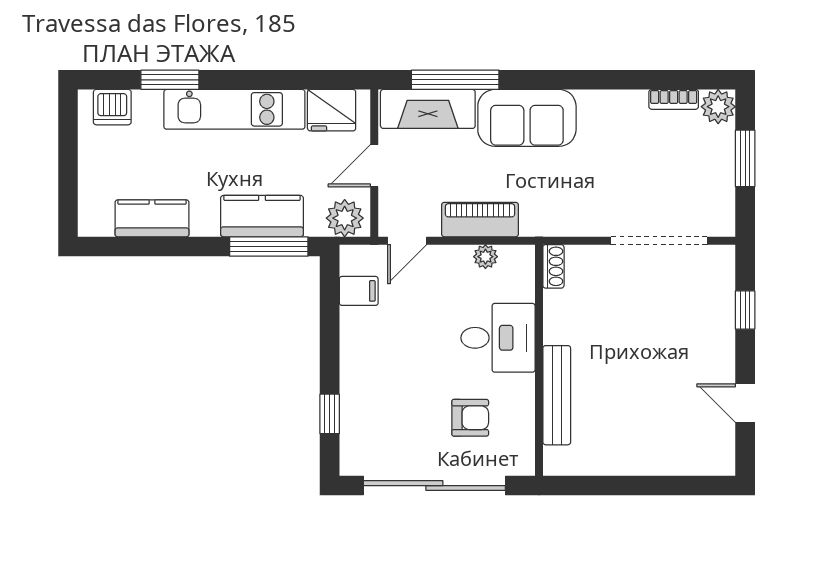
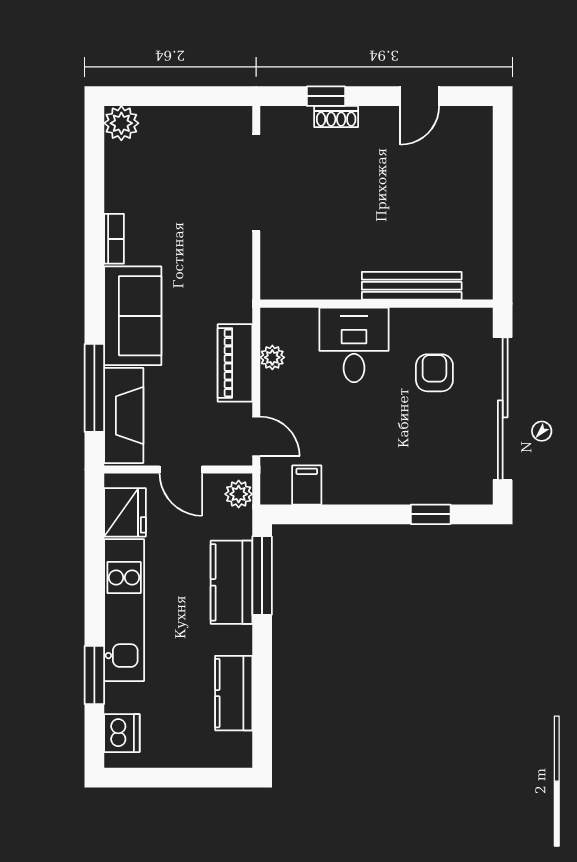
bookcase: (674, 99) -> (114, 239), moved
window: (745, 158) -> (173, 96), removed
plant: (345, 218) -> (239, 494), width x0.73, depth x0.73
shoe rack: (553, 266) -> (336, 117), moved, turned 180

